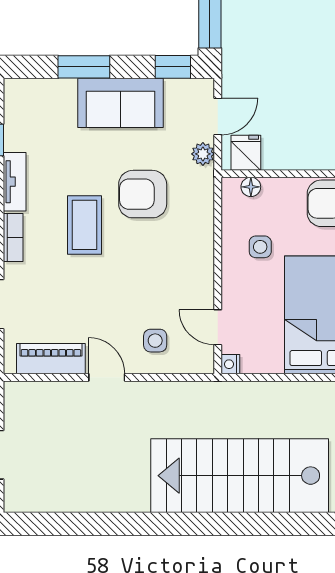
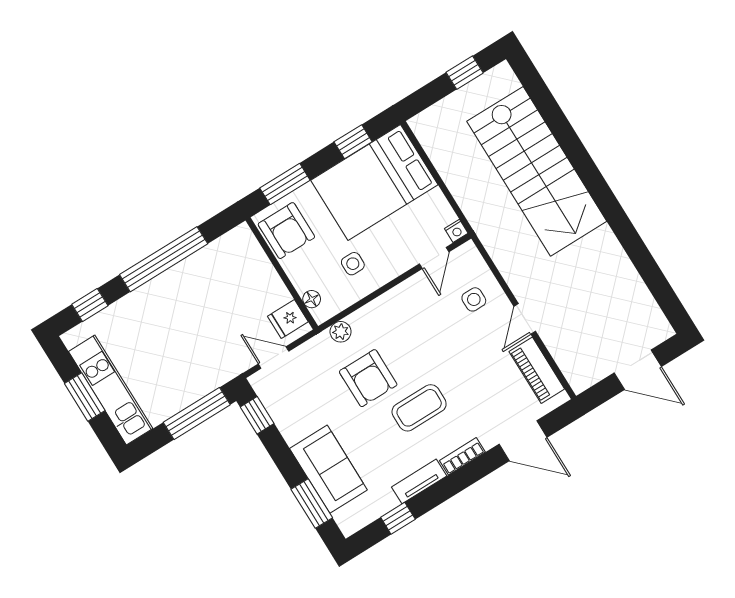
window: (84, 67) -> (312, 504), moved
sofa: (120, 103) -> (328, 469), moved
plant: (203, 154) -> (341, 332), moved

